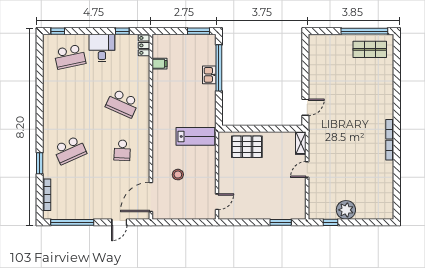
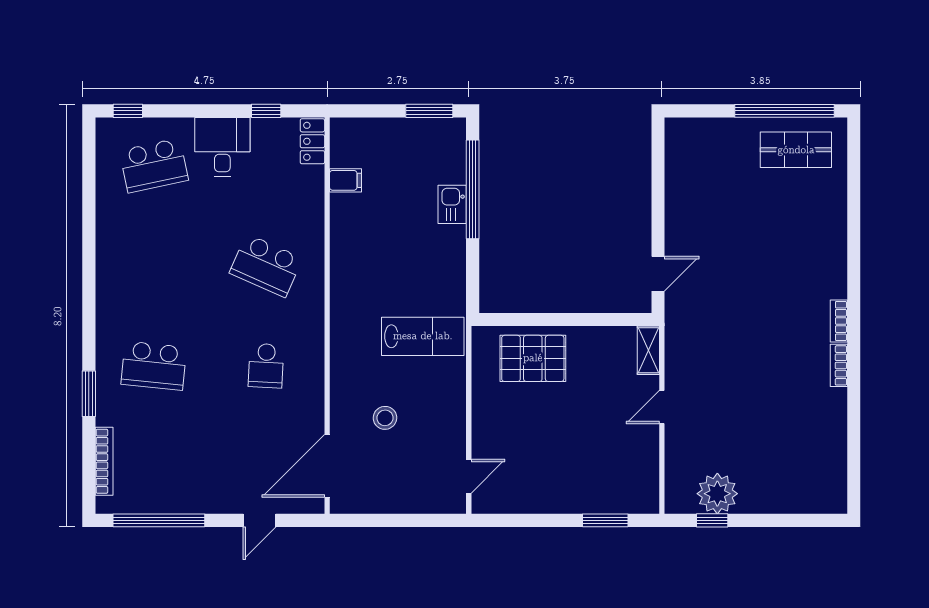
school desk: (70, 150) -> (154, 366), turned 30
plant: (346, 210) -> (717, 494), moved

